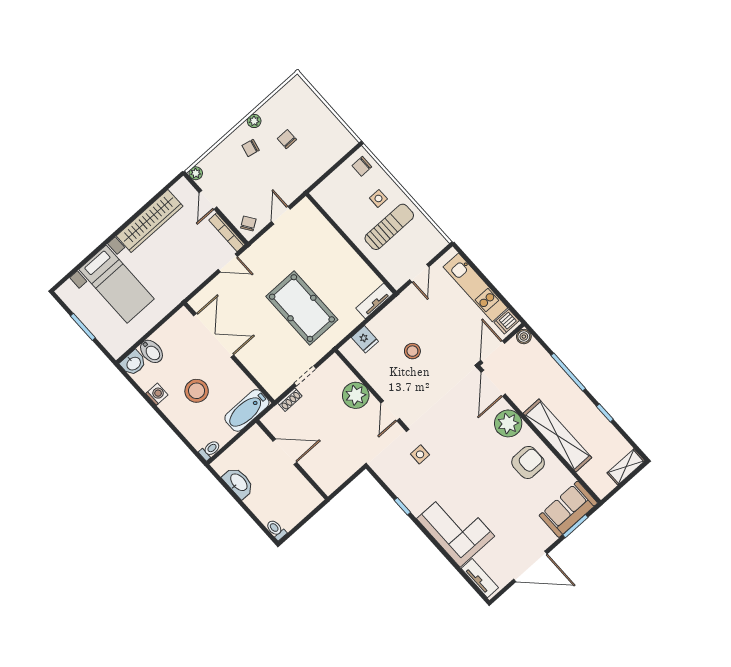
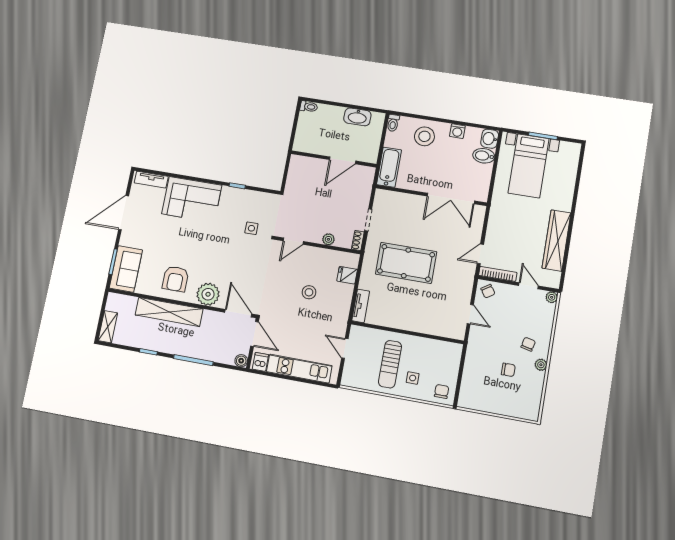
bed with nightstands: (117, 284) -> (529, 166), moved, turned -90
stool: (197, 391) -> (424, 136), moved
plant: (356, 395) -> (328, 239), width x0.53, depth x0.53
shoe rack: (290, 400) -> (358, 241), moved
door: (390, 411) -> (293, 241), swing flipped

